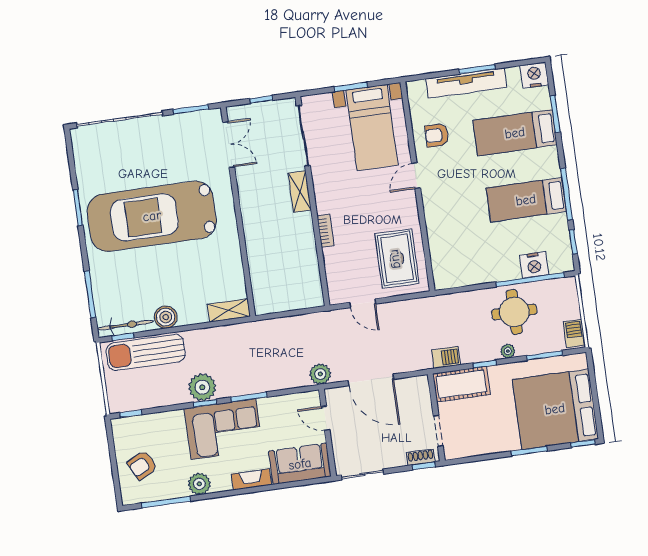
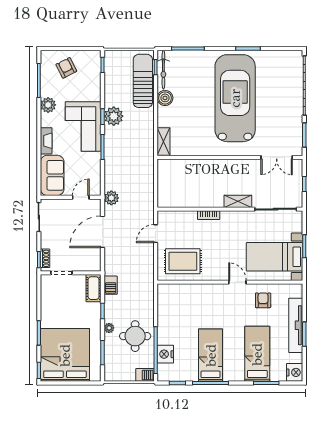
barbecue: (574, 334) -> (145, 375), moved
cot: (461, 384) -> (94, 288), width x0.73, depth x0.75

